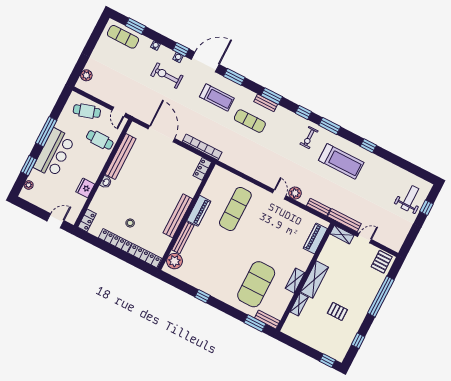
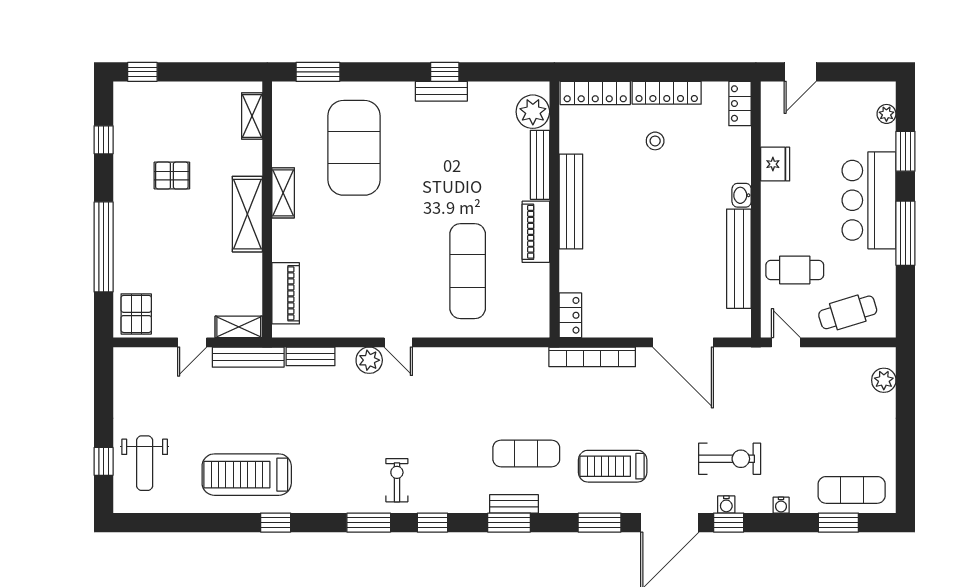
treadmill: (341, 161) -> (247, 475), moved
shelving: (299, 304) -> (252, 116), moved
bench: (267, 320) -> (441, 91), moved

